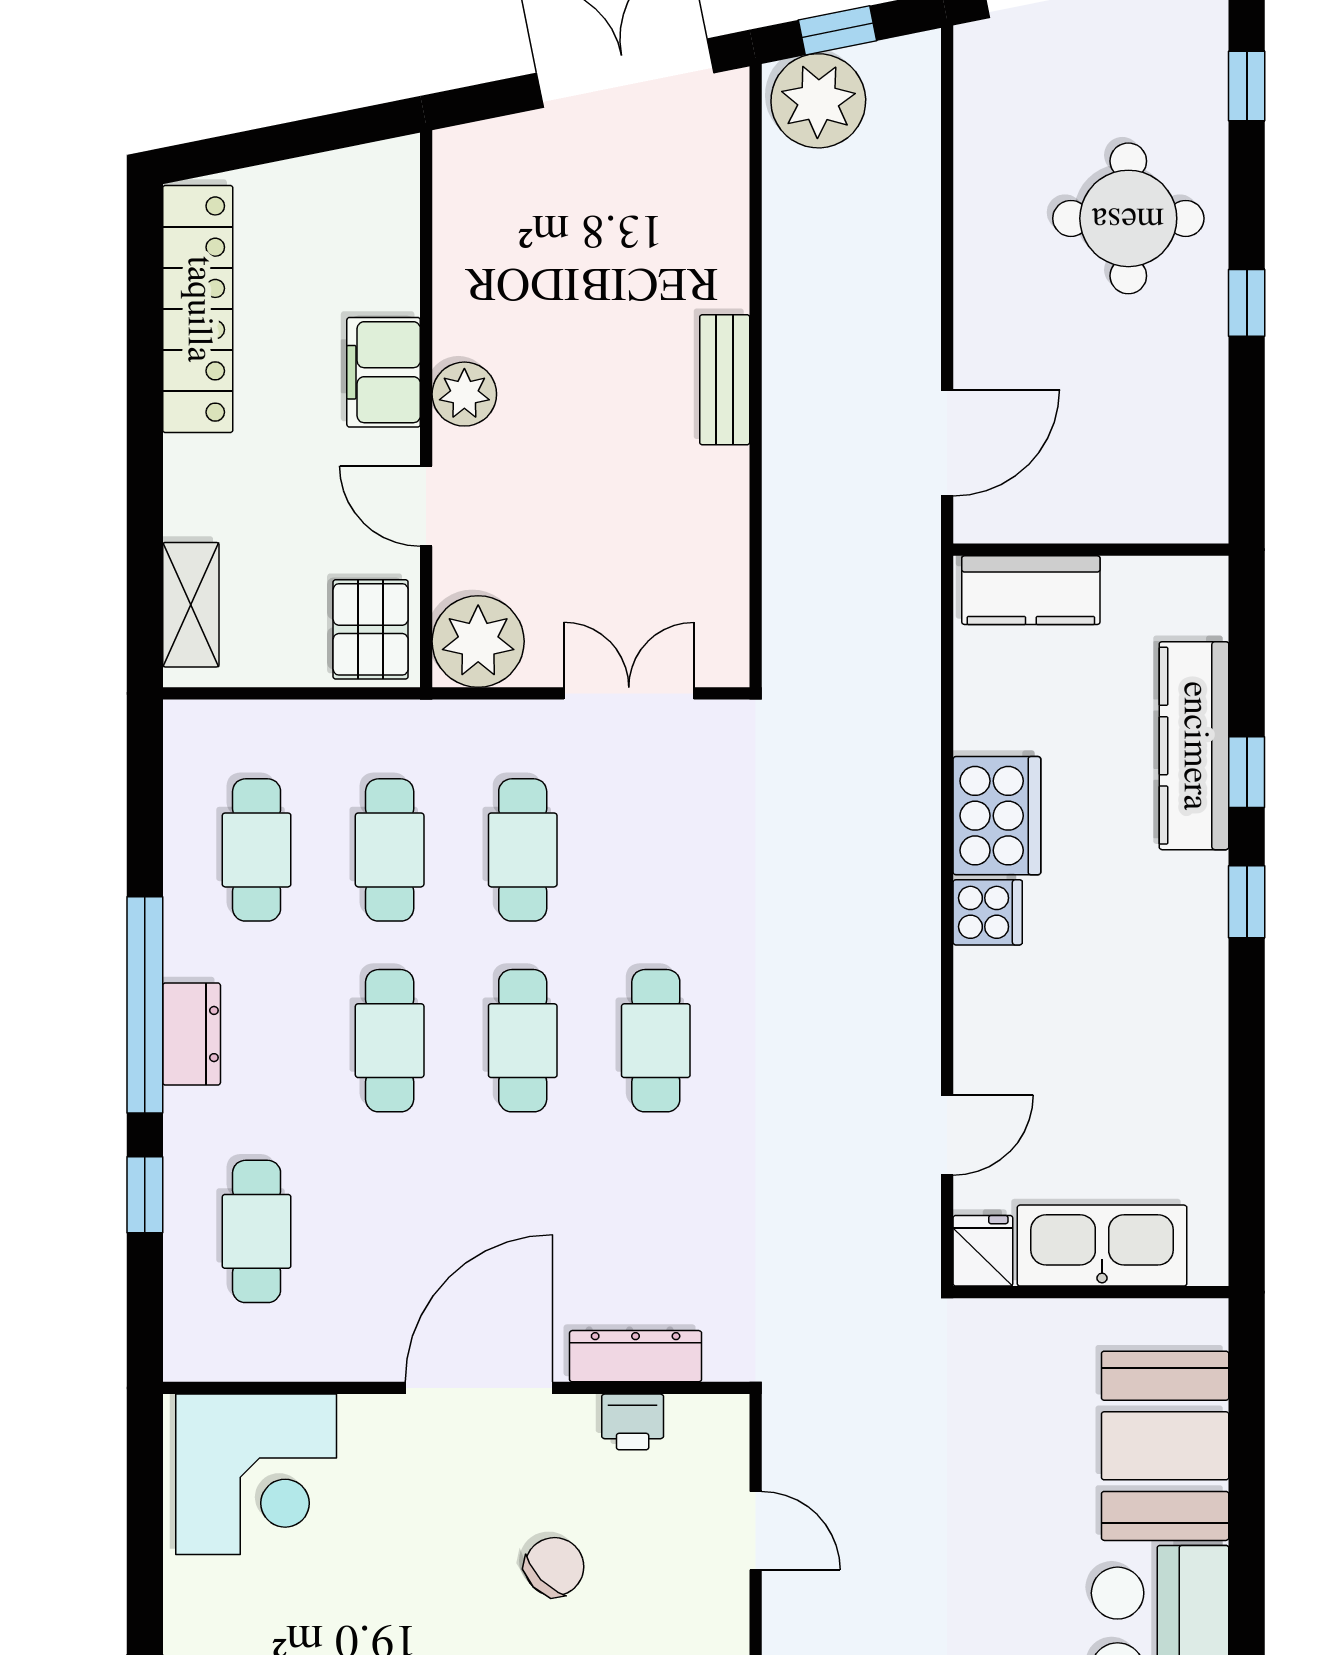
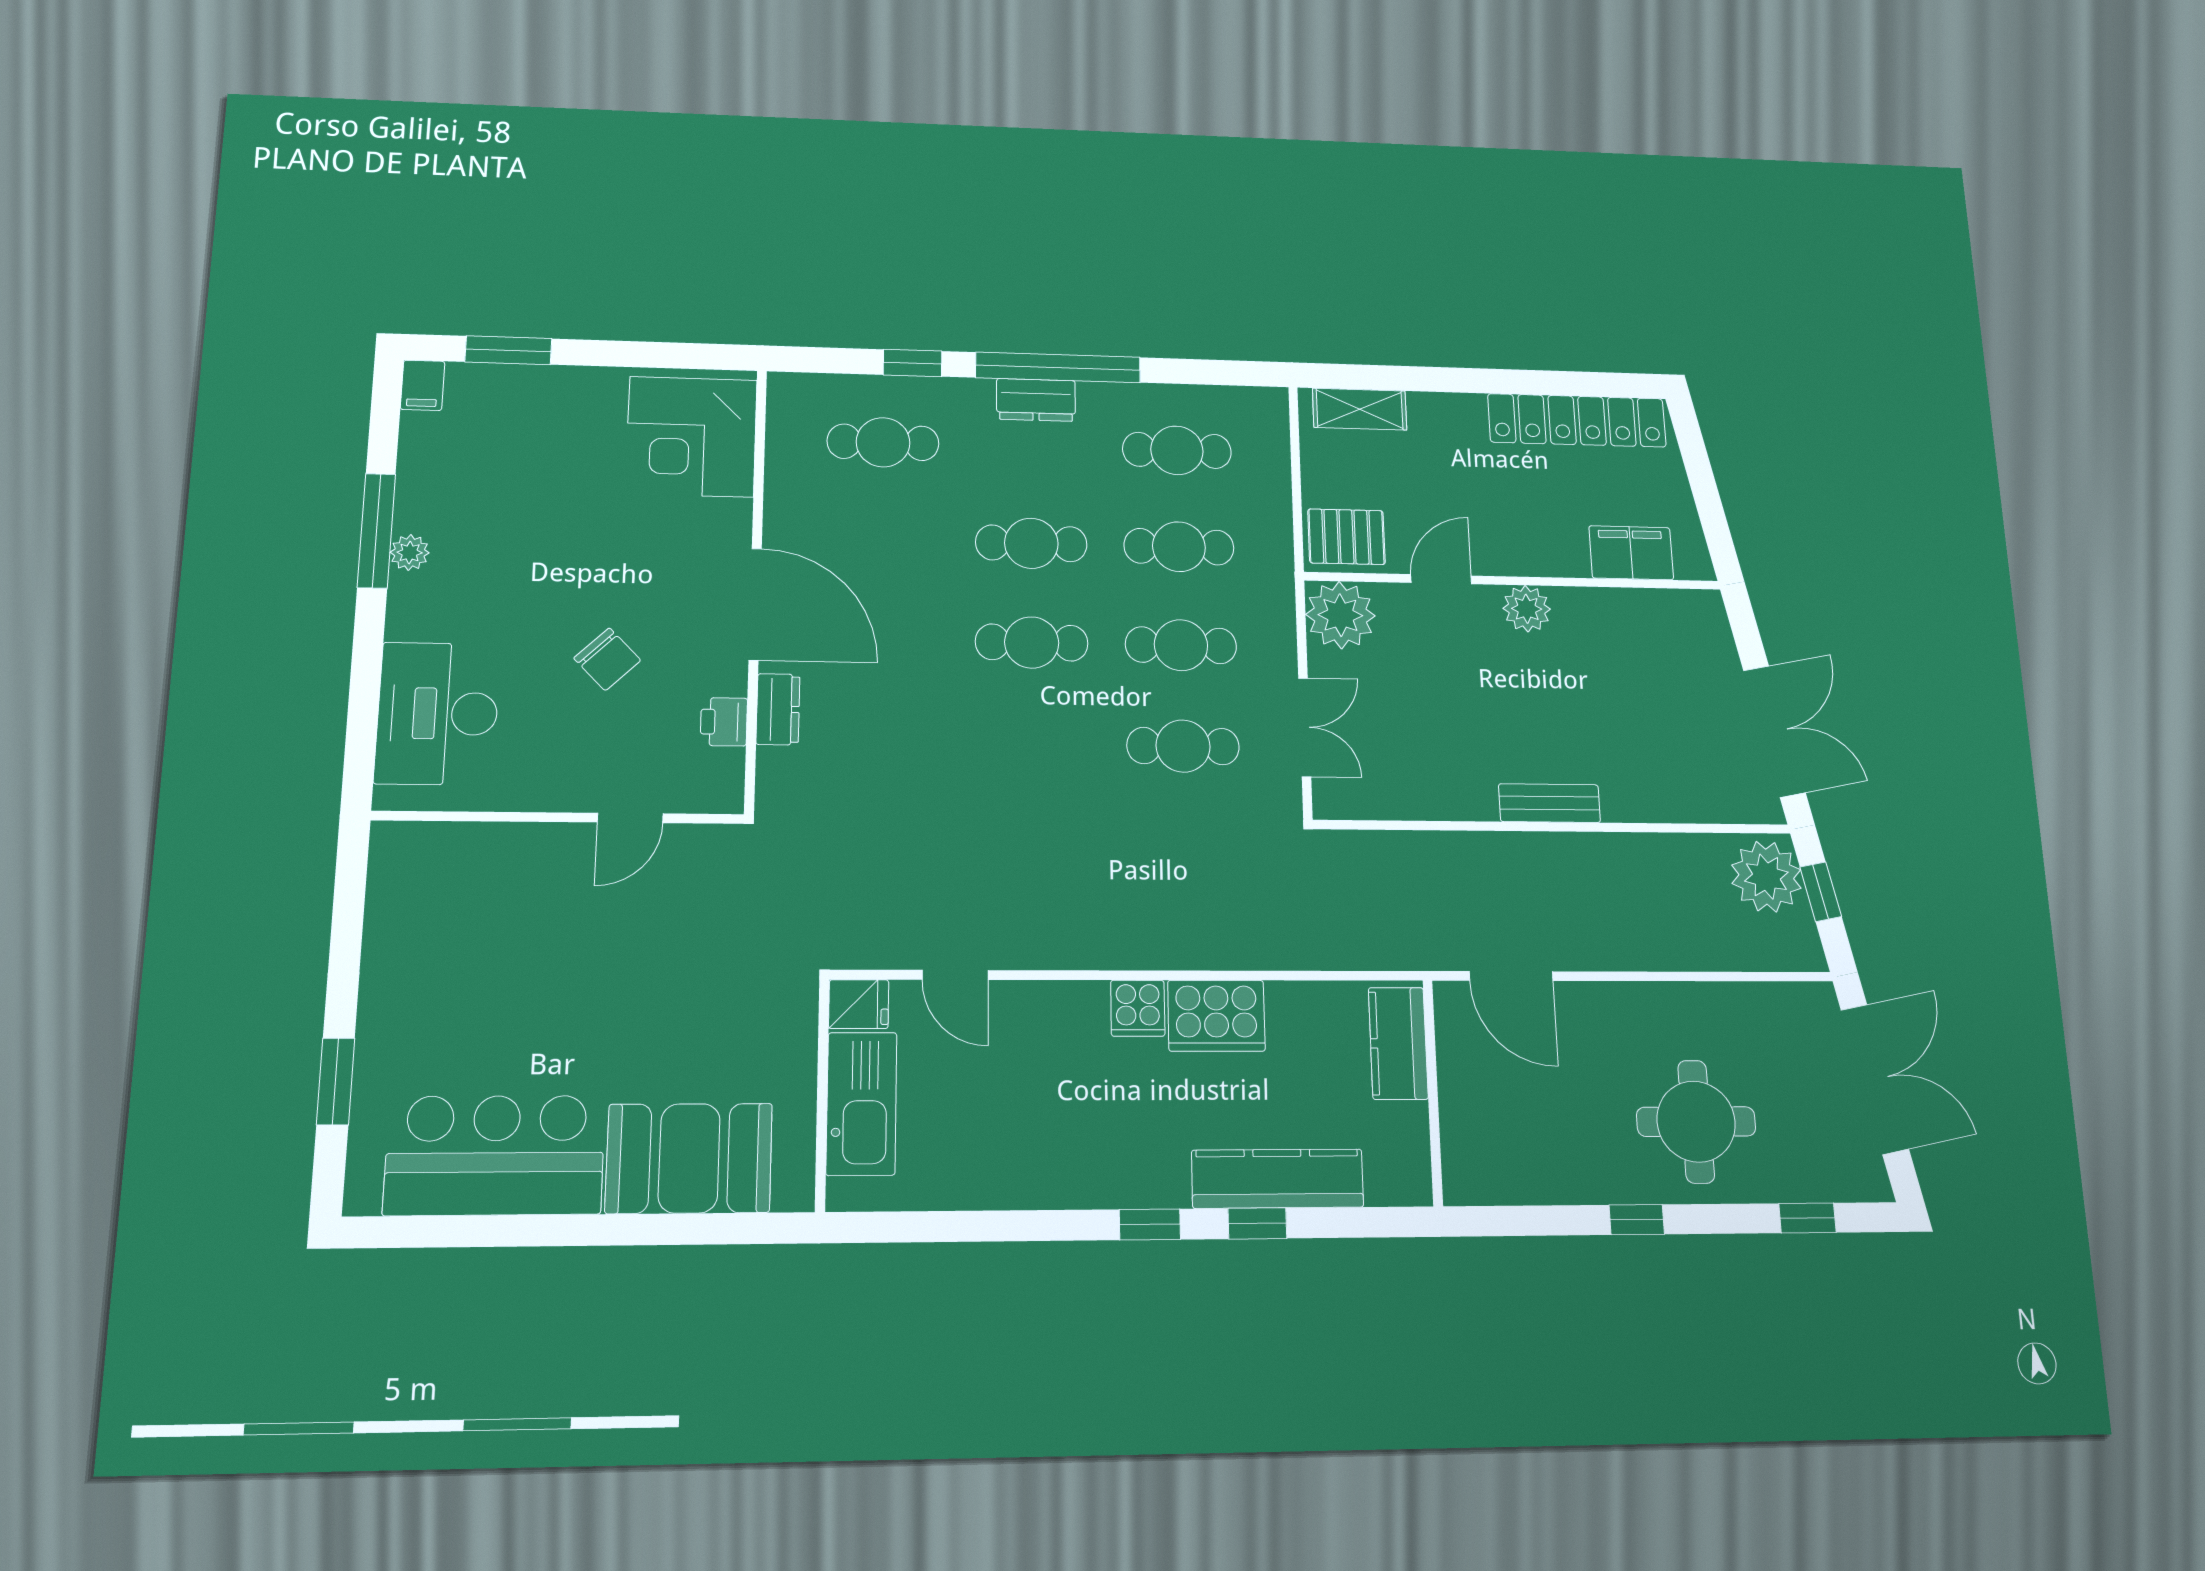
filing cabinet: (384, 372) -> (1631, 553), moved
cafe table: (656, 1041) -> (1183, 746), moved
dresser: (636, 1356) -> (778, 709), width x0.70

